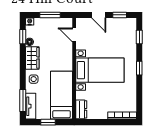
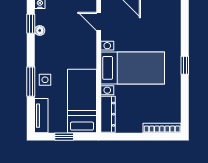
window: (139, 37) -> (185, 24), removed
wardrobe: (32, 58) -> (43, 52), removed
window: (23, 100) -> (31, 82), moved
dresser: (81, 109) -> (108, 114), width x1.44

